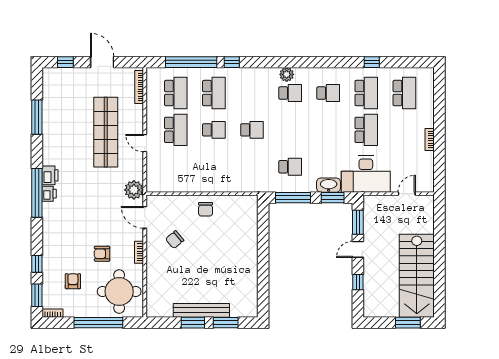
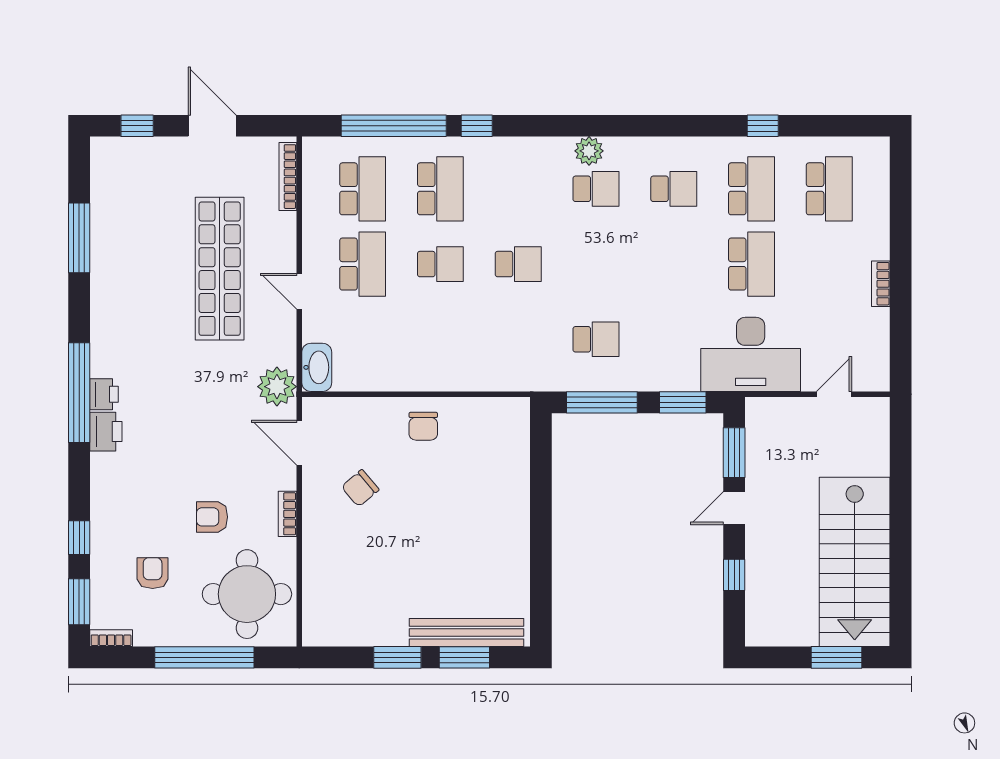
printer: (50, 175) -> (106, 432), moved
washbasin: (329, 185) -> (317, 367), moved, turned 90
bench: (201, 310) -> (466, 633), moved

